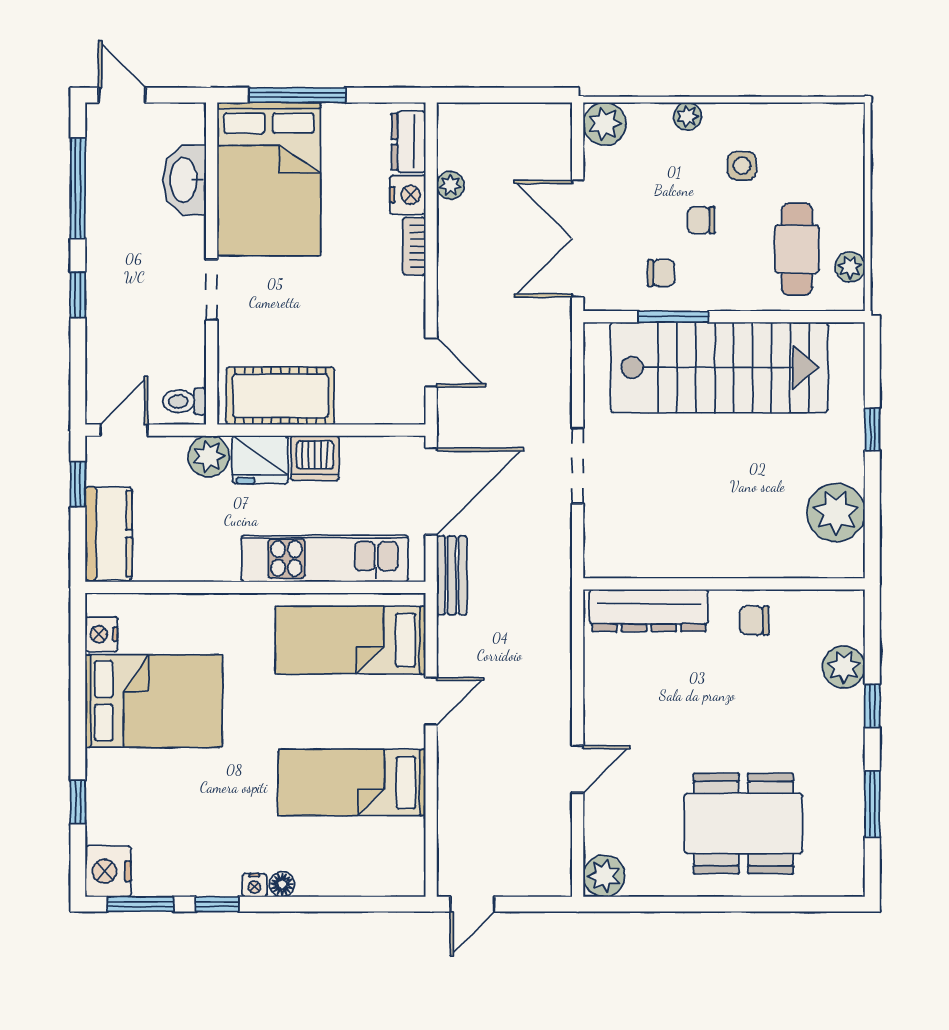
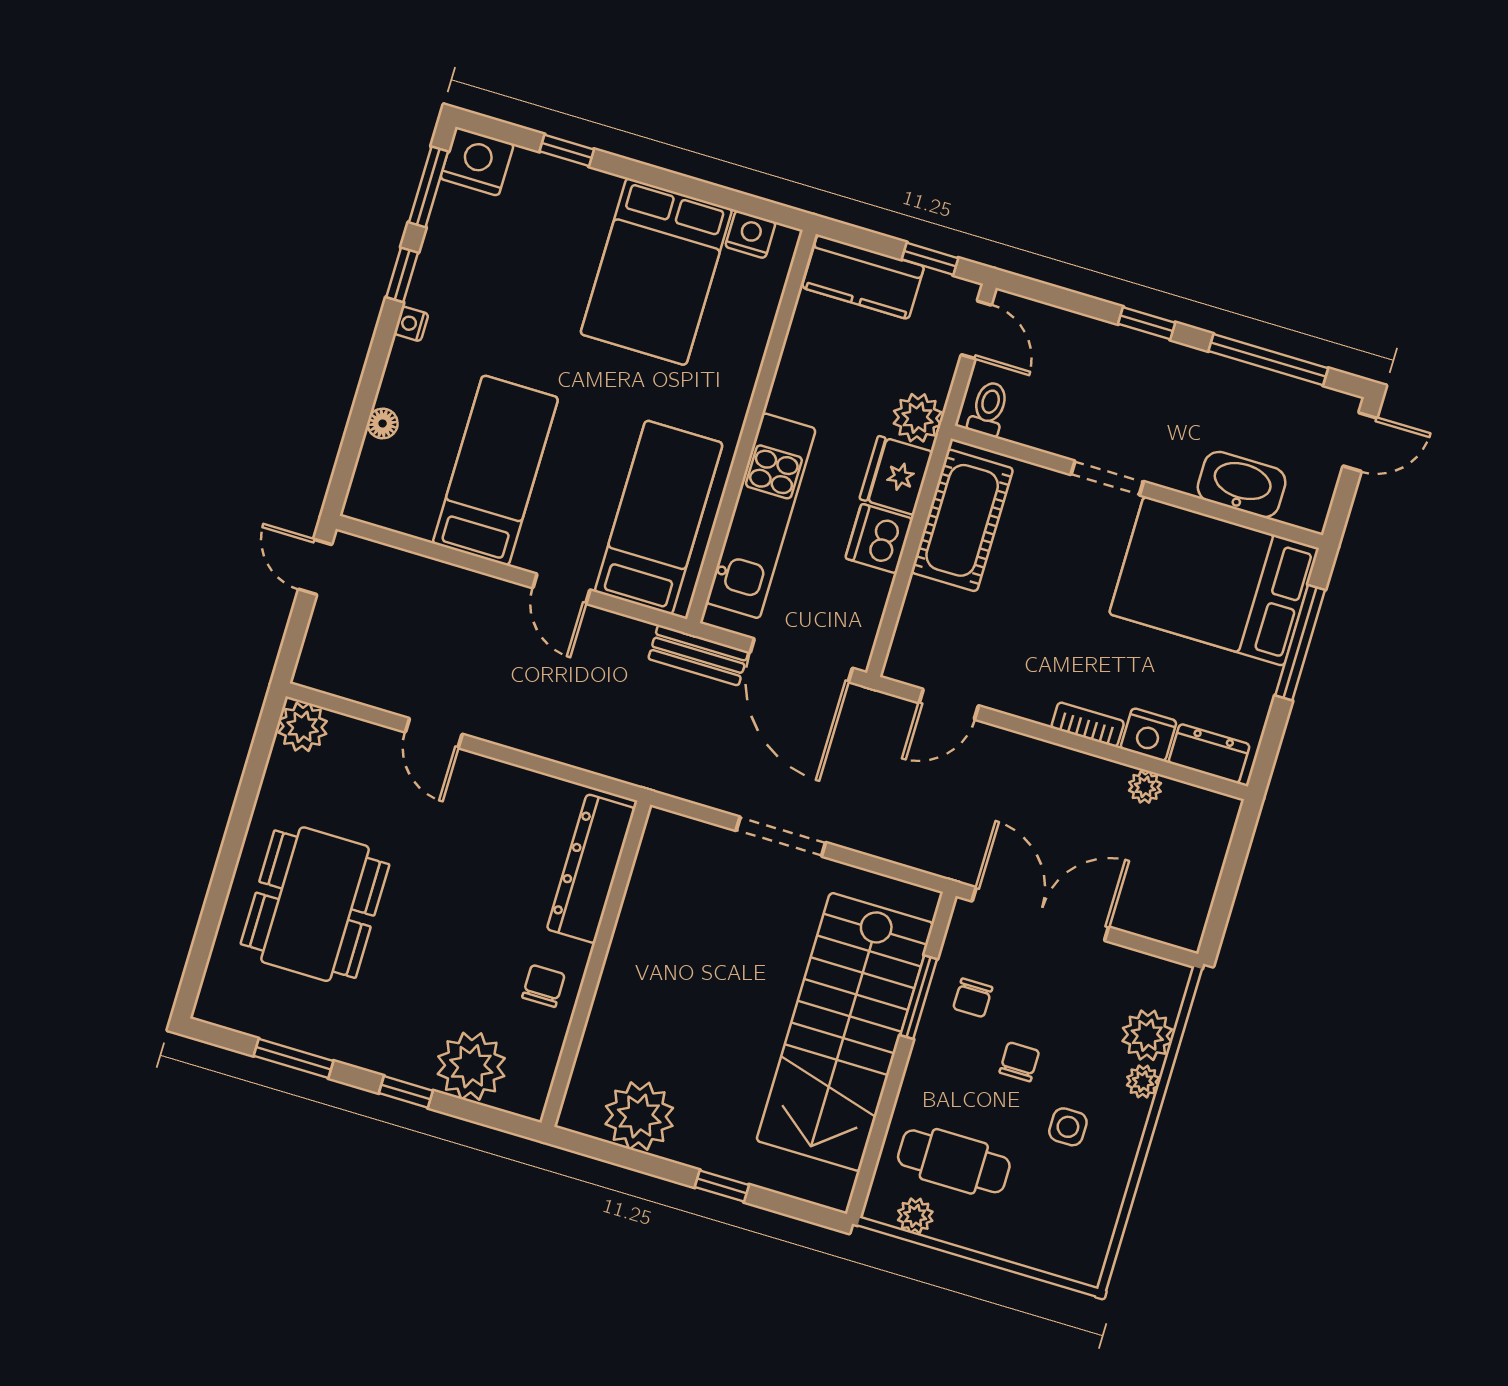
plant: (605, 124) -> (1147, 1035), moved
plant: (844, 667) -> (471, 1066), width x1.36, depth x1.36
floor lamp: (282, 884) -> (383, 424), moved

